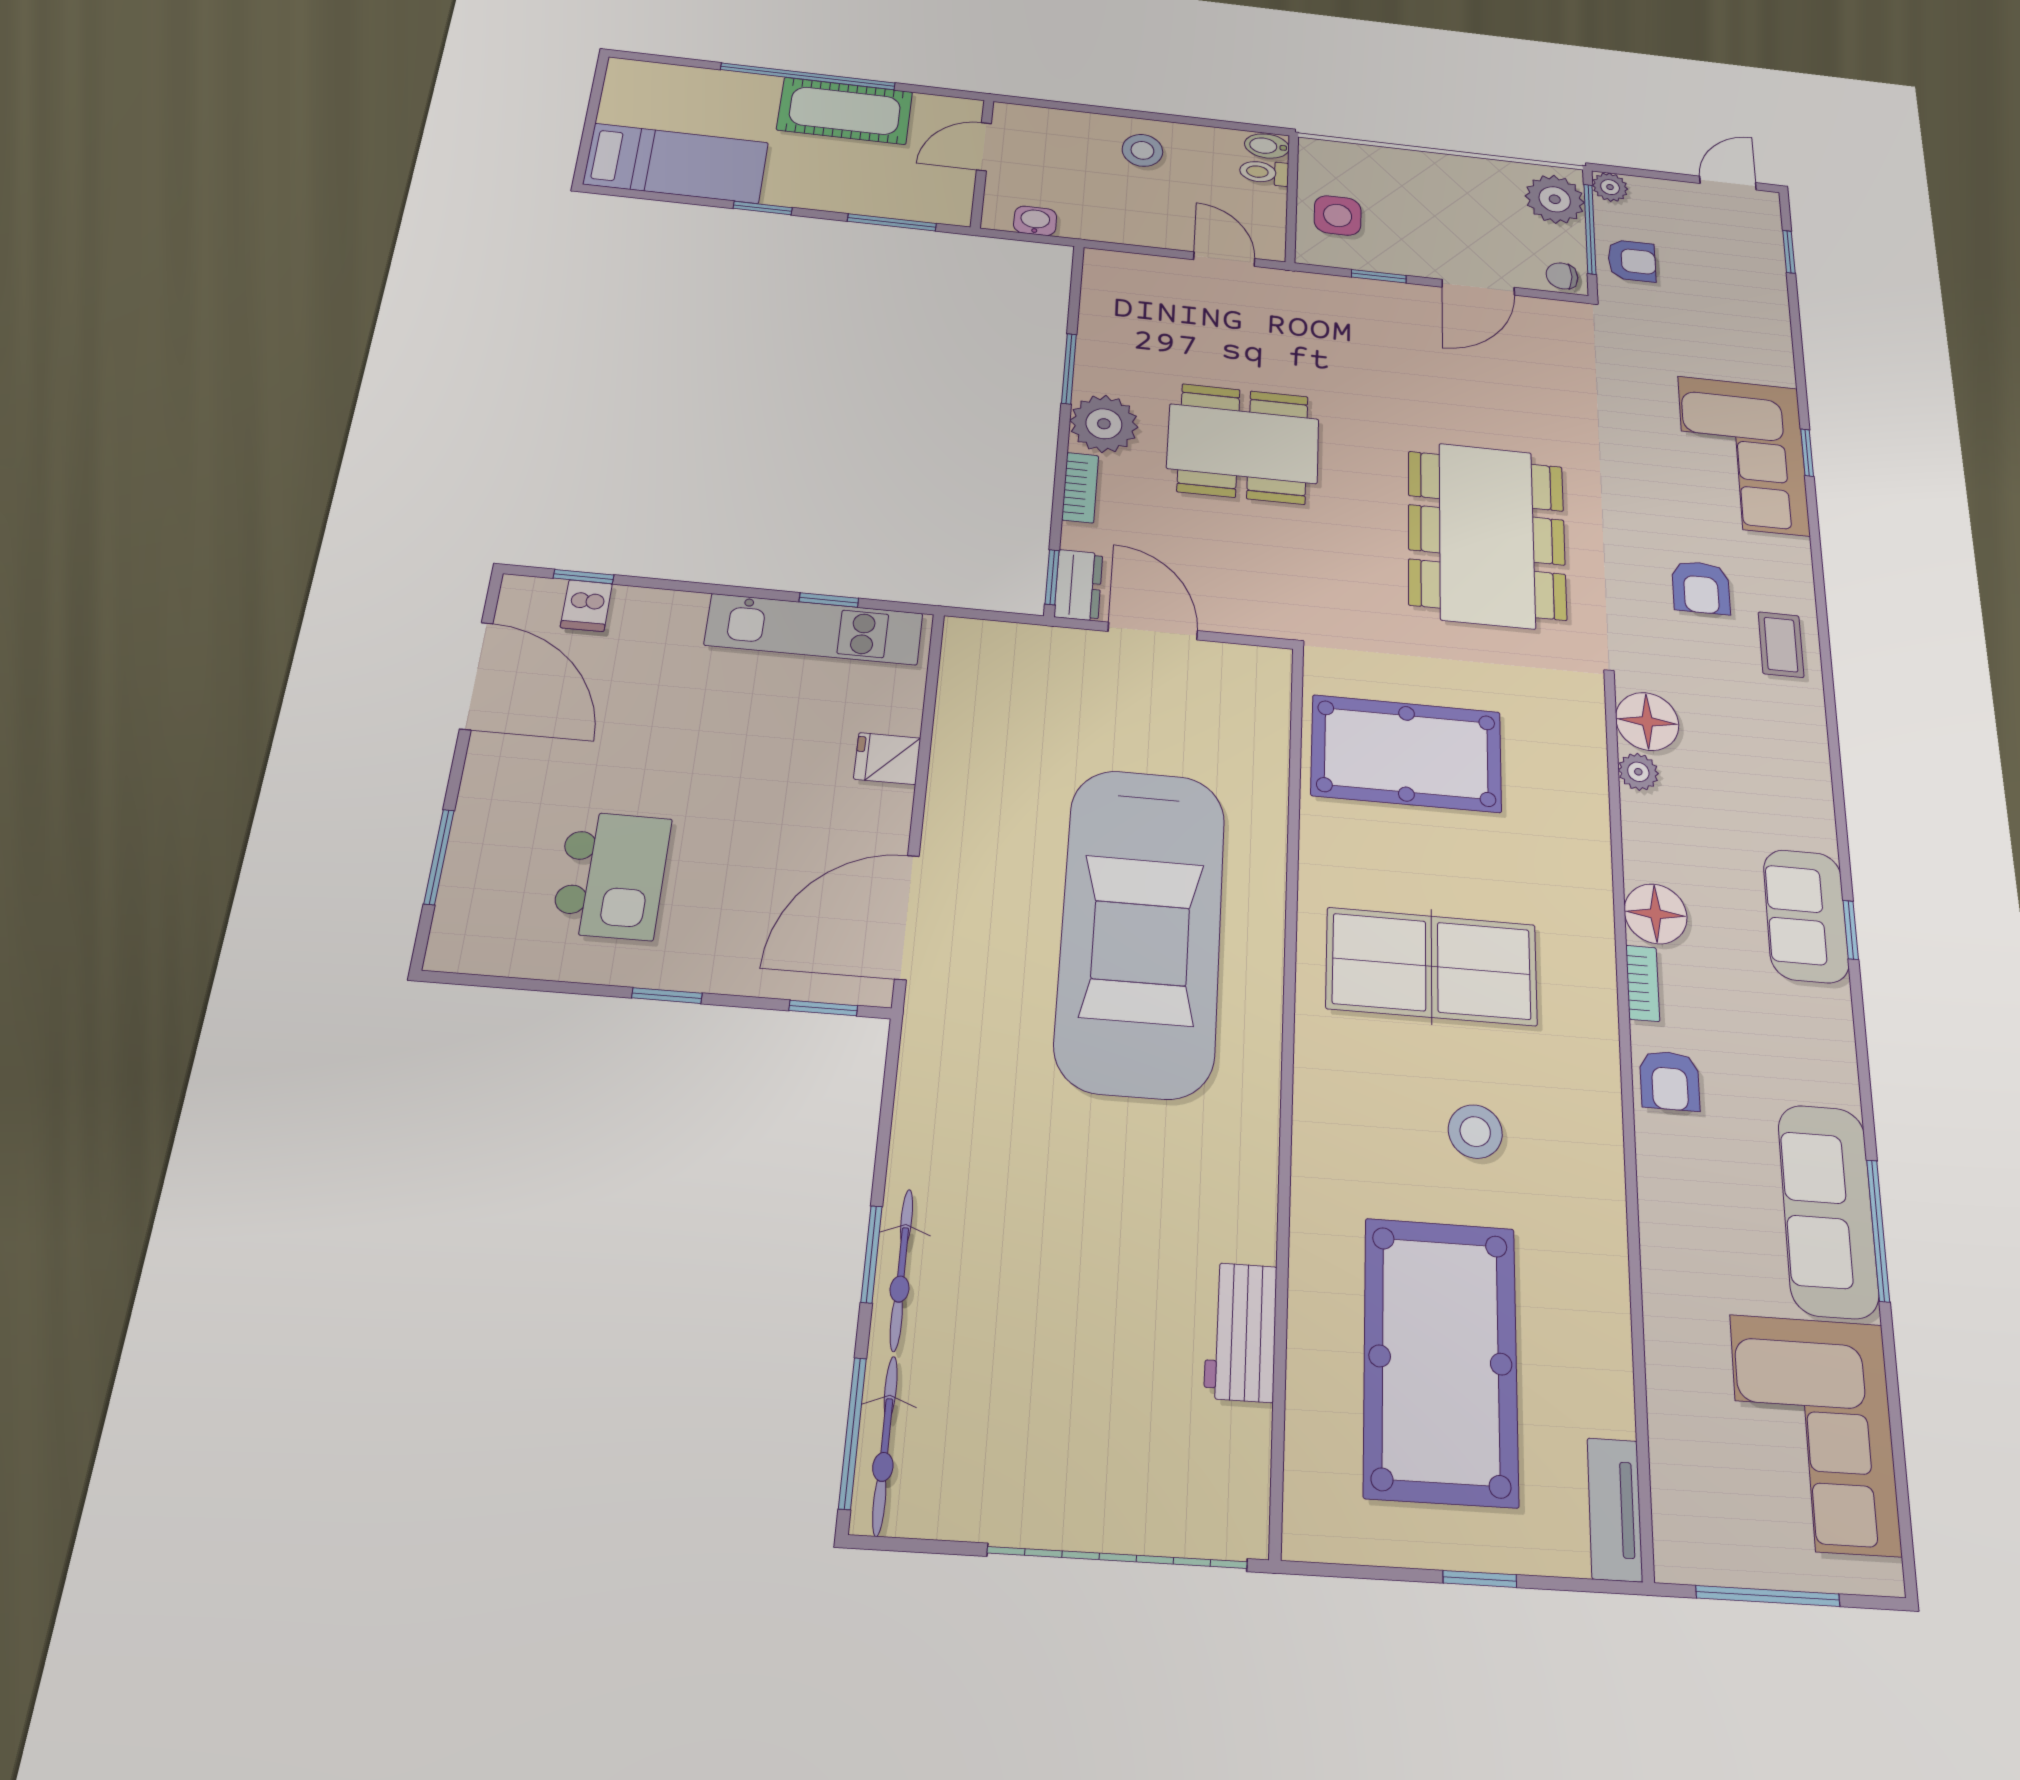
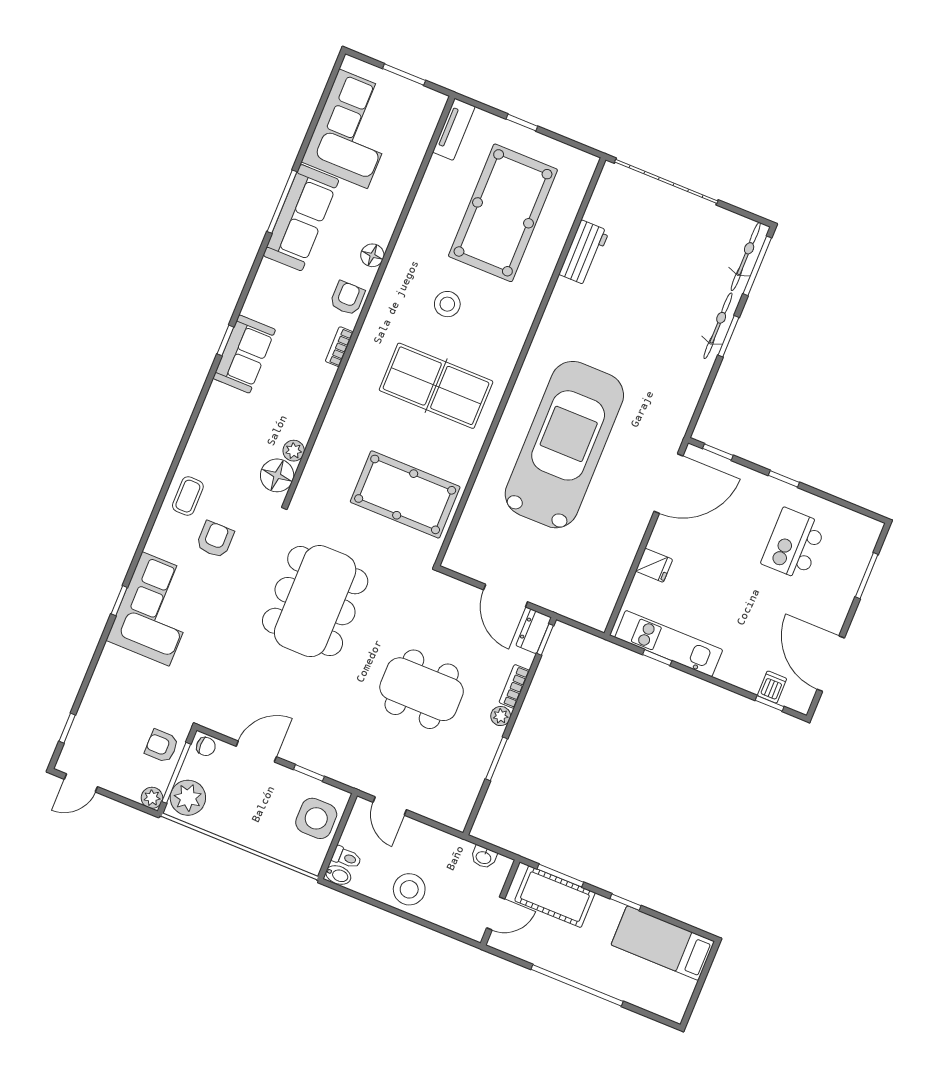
cot: (845, 111) -> (555, 897), moved
stool: (1142, 150) -> (409, 889), width x1.38, depth x1.38
side table: (1338, 215) -> (316, 818), width x1.37, depth x1.37
plant: (1104, 424) -> (501, 716), width x0.53, depth x0.53
floor lamp: (1656, 914) -> (372, 255), moved, width x0.73, depth x0.73
window: (1768, 1596) -> (404, 74), width x0.69

